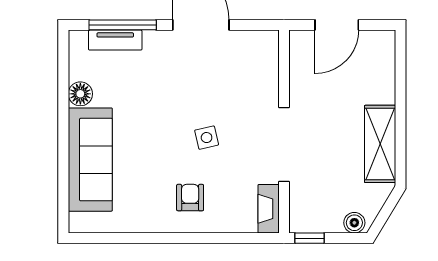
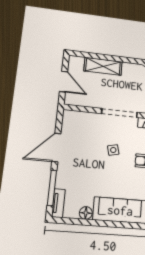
tv unit: (115, 40) -> (58, 203), moved
shelving: (380, 144) -> (103, 66), moved

